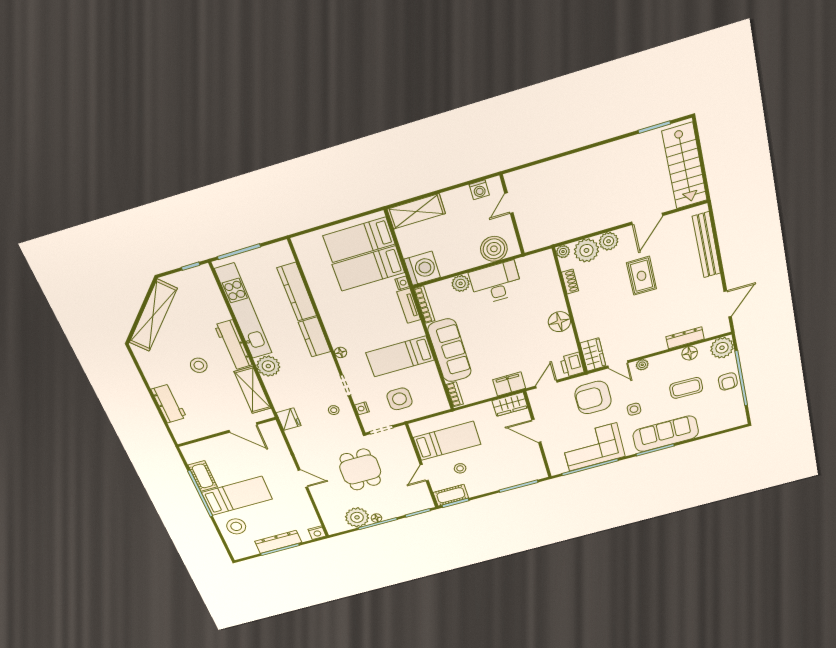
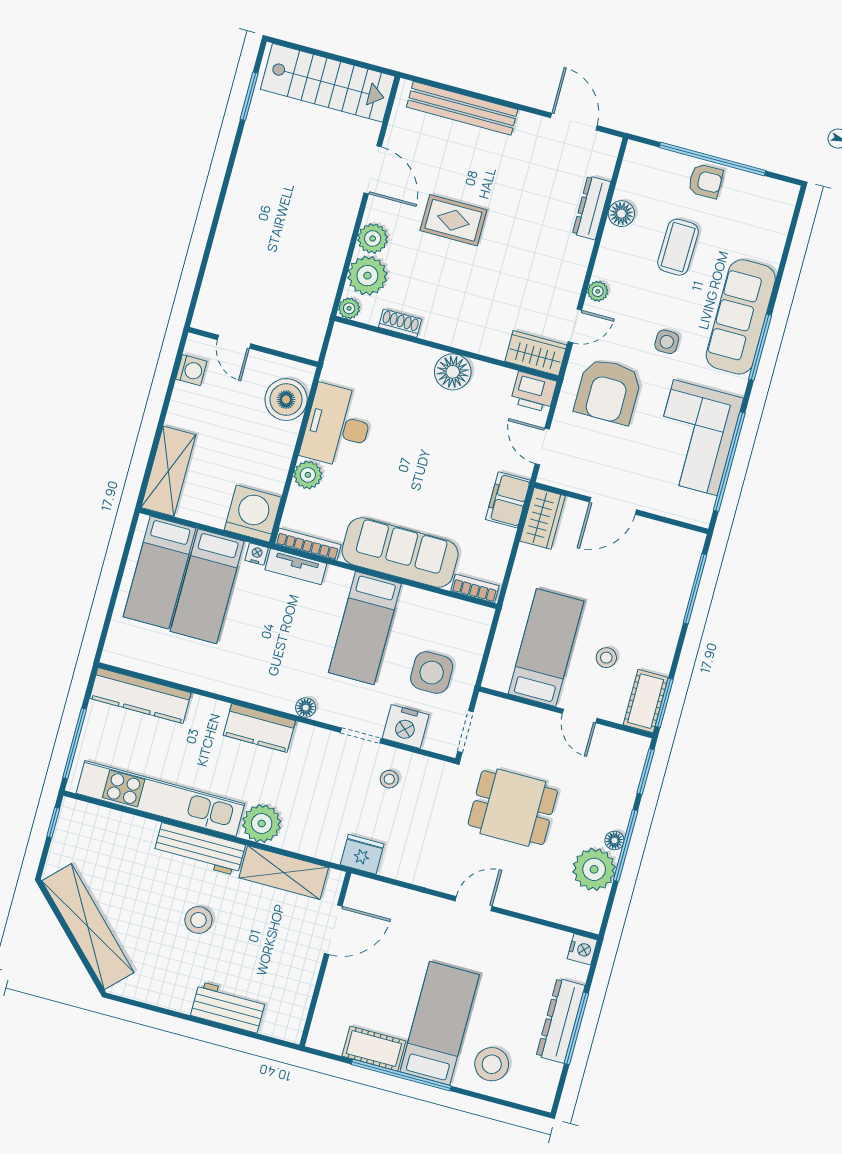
kitchen counter: (297, 292) -> (140, 696), moved
plant: (722, 348) -> (642, 163), removed
nightstand: (362, 408) -> (406, 727), width x1.89, depth x1.79

